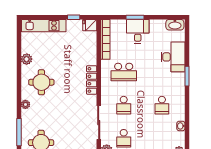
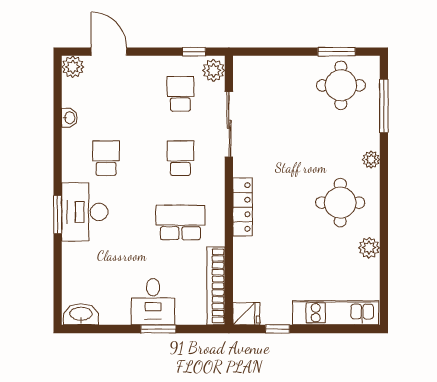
desk: (173, 57) -> (85, 212), moved

